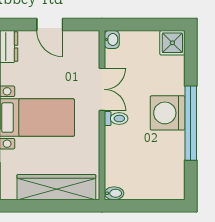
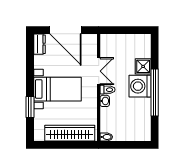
door: (50, 25) -> (66, 30), width x1.88
washbasin: (112, 39) -> (105, 101), moved
shower: (172, 43) -> (143, 66), moved

